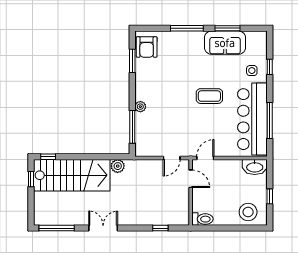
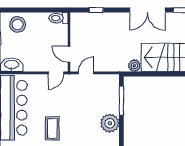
coffee table: (209, 96) -> (52, 128), turned 90
plant: (140, 107) -> (110, 123), width x1.87, depth x1.87
double door: (103, 228) -> (147, 10), width x1.37

